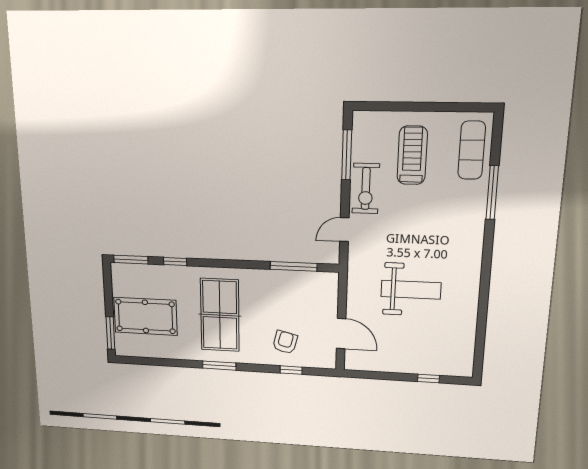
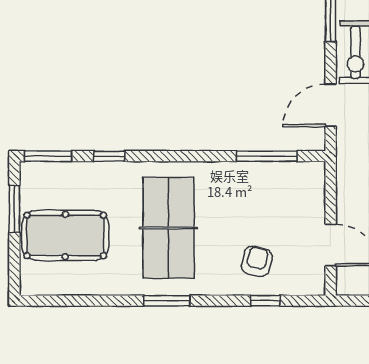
door: (344, 230) -> (331, 105), width x1.38
window: (110, 333) -> (14, 209), moved

